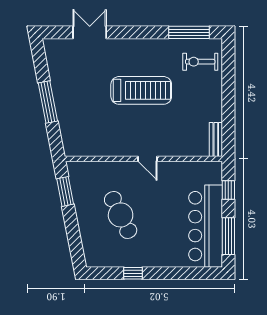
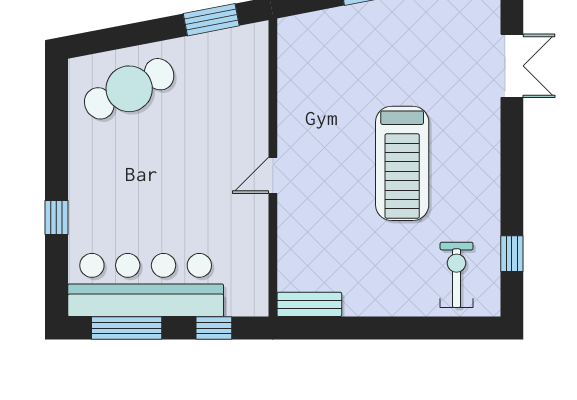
window: (189, 32) -> (512, 254), width x0.46
cafe table: (121, 215) -> (129, 89), moved
window: (133, 273) -> (56, 217), moved

